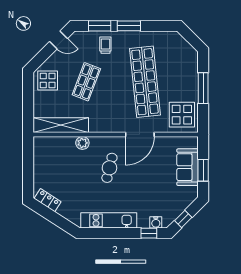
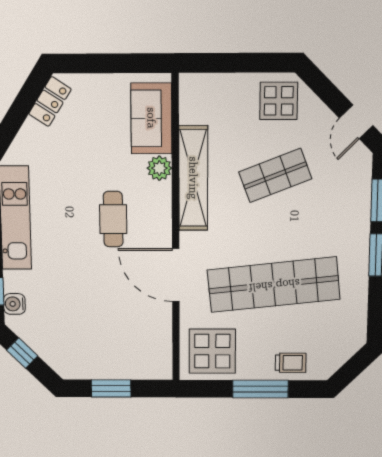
trolley: (105, 45) -> (291, 363), moved
shop shelf: (86, 82) -> (275, 175), turned -42
shelving: (61, 125) -> (193, 178), moved
sofa: (188, 167) -> (151, 118), moved, turned -90
cafe table: (109, 168) -> (113, 219), turned 76

